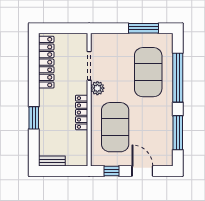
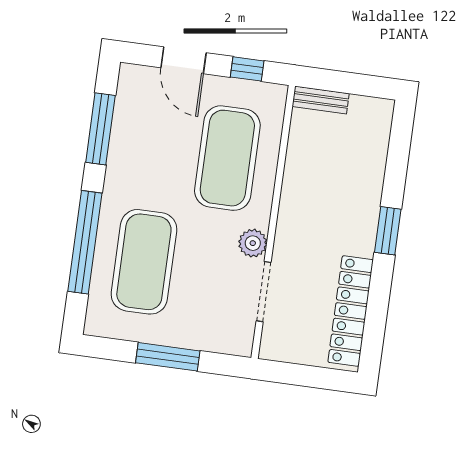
window: (144, 28) -> (168, 357), moved
locker: (82, 112) -> (292, 198), removed
window: (34, 118) -> (388, 231), moved
bench: (52, 161) -> (321, 100), moved

